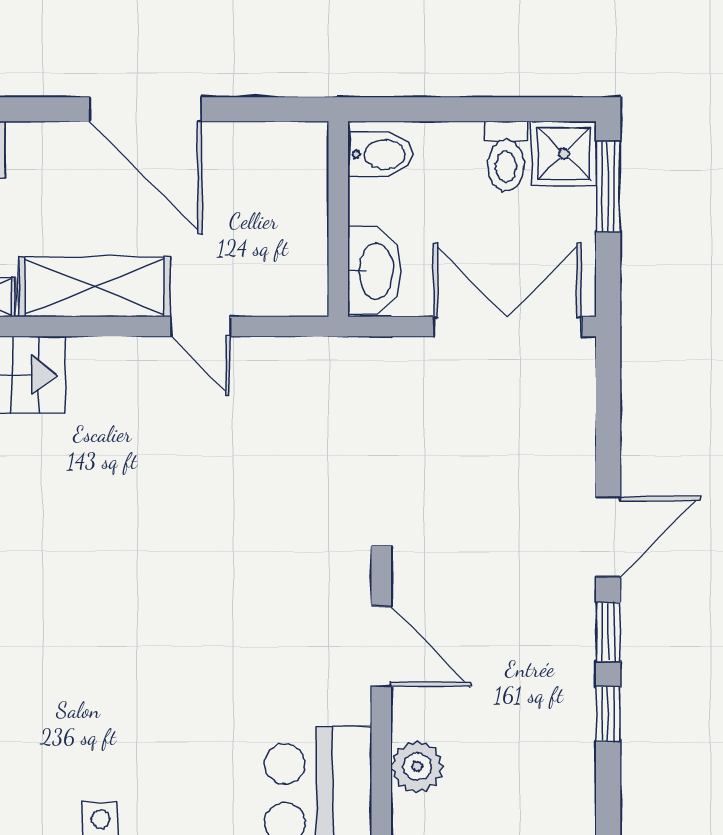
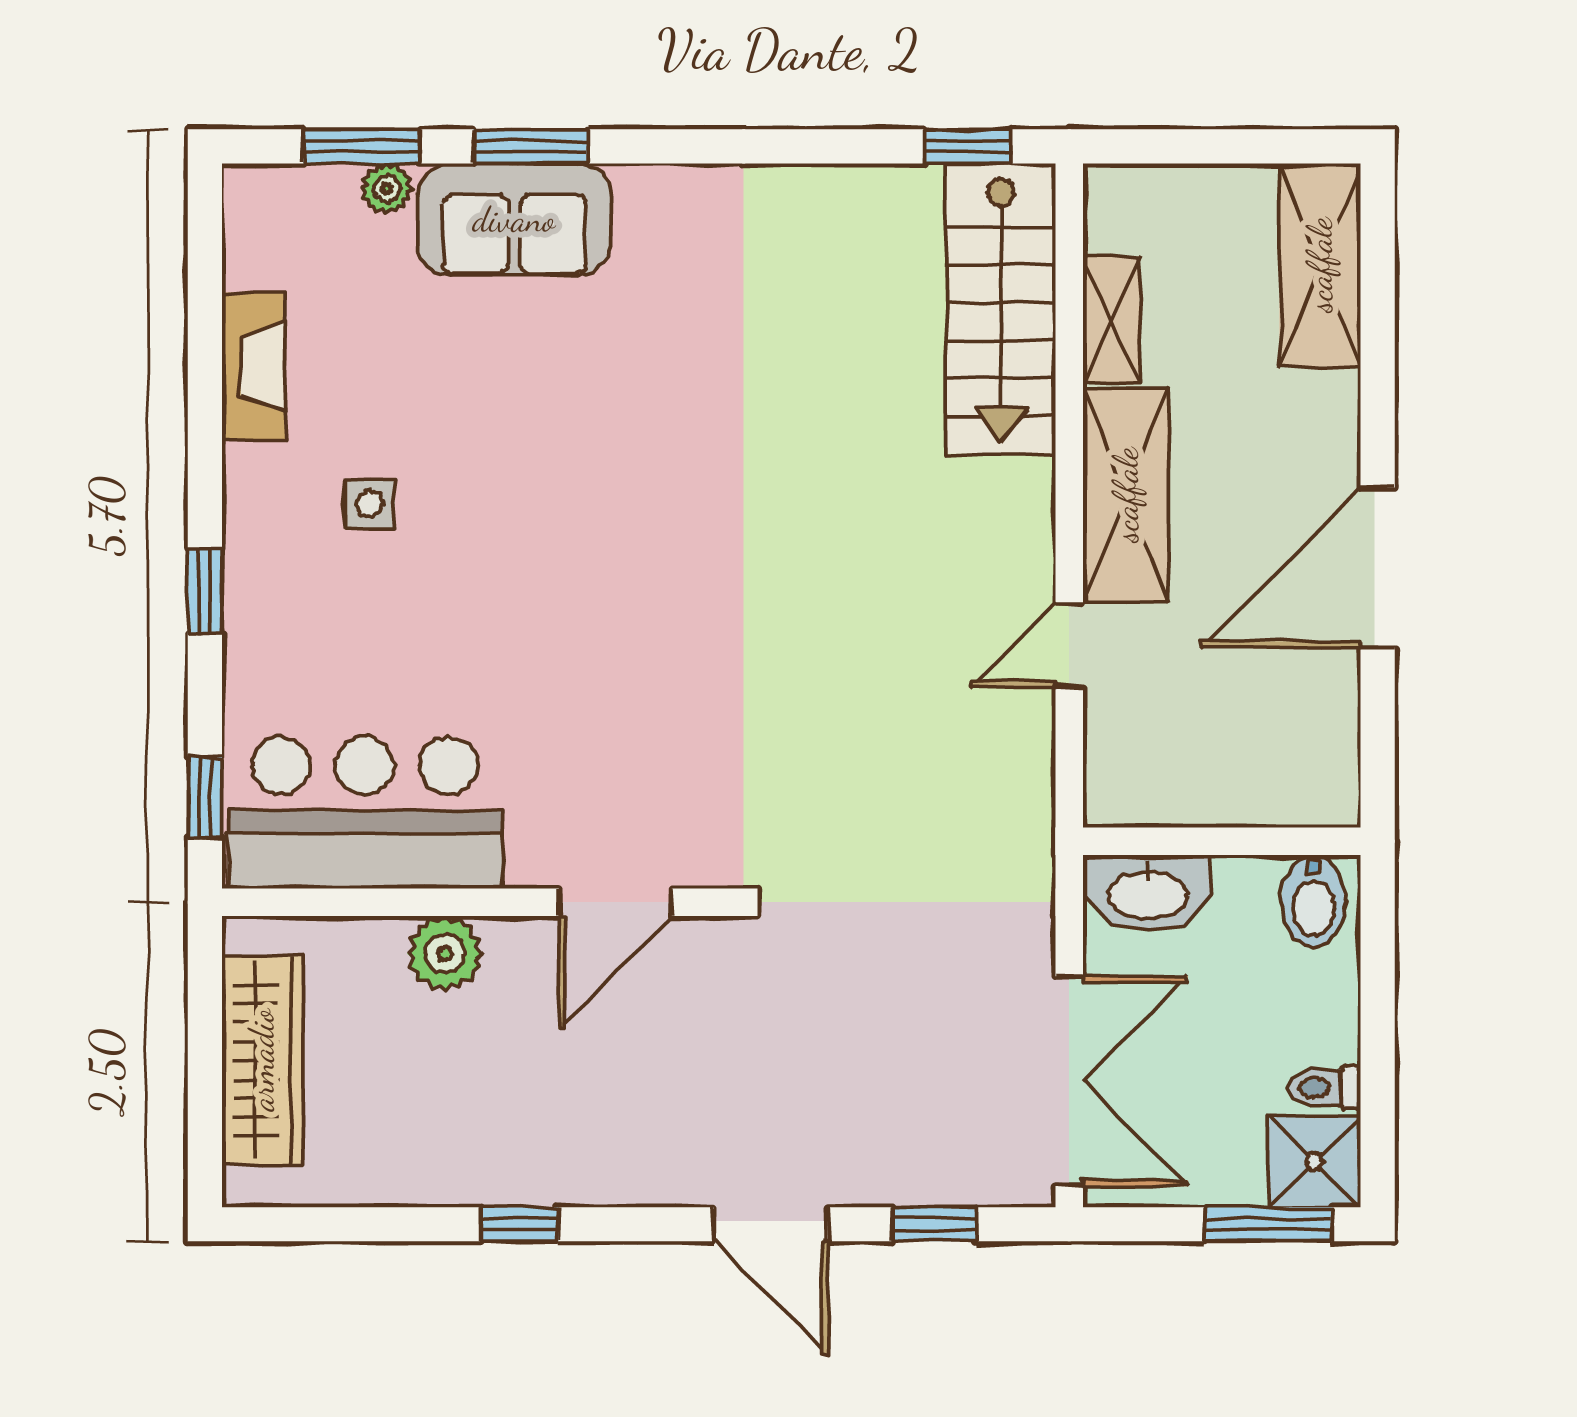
toilet: (506, 156) -> (1325, 1088), width x0.73, depth x0.72
window: (608, 632) -> (934, 1224), moved

